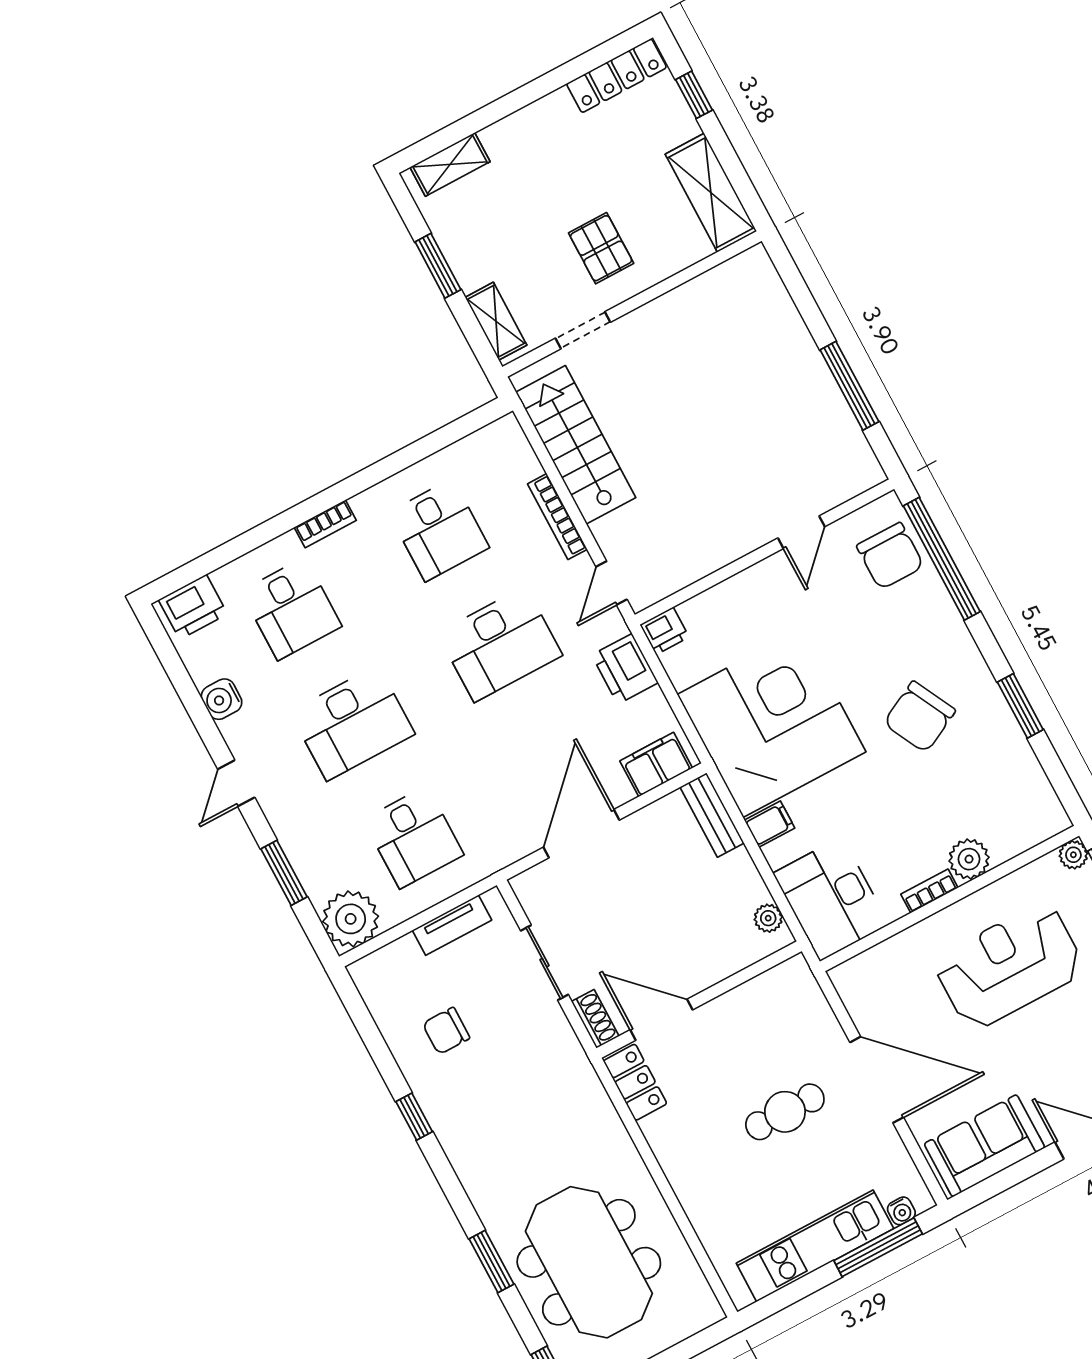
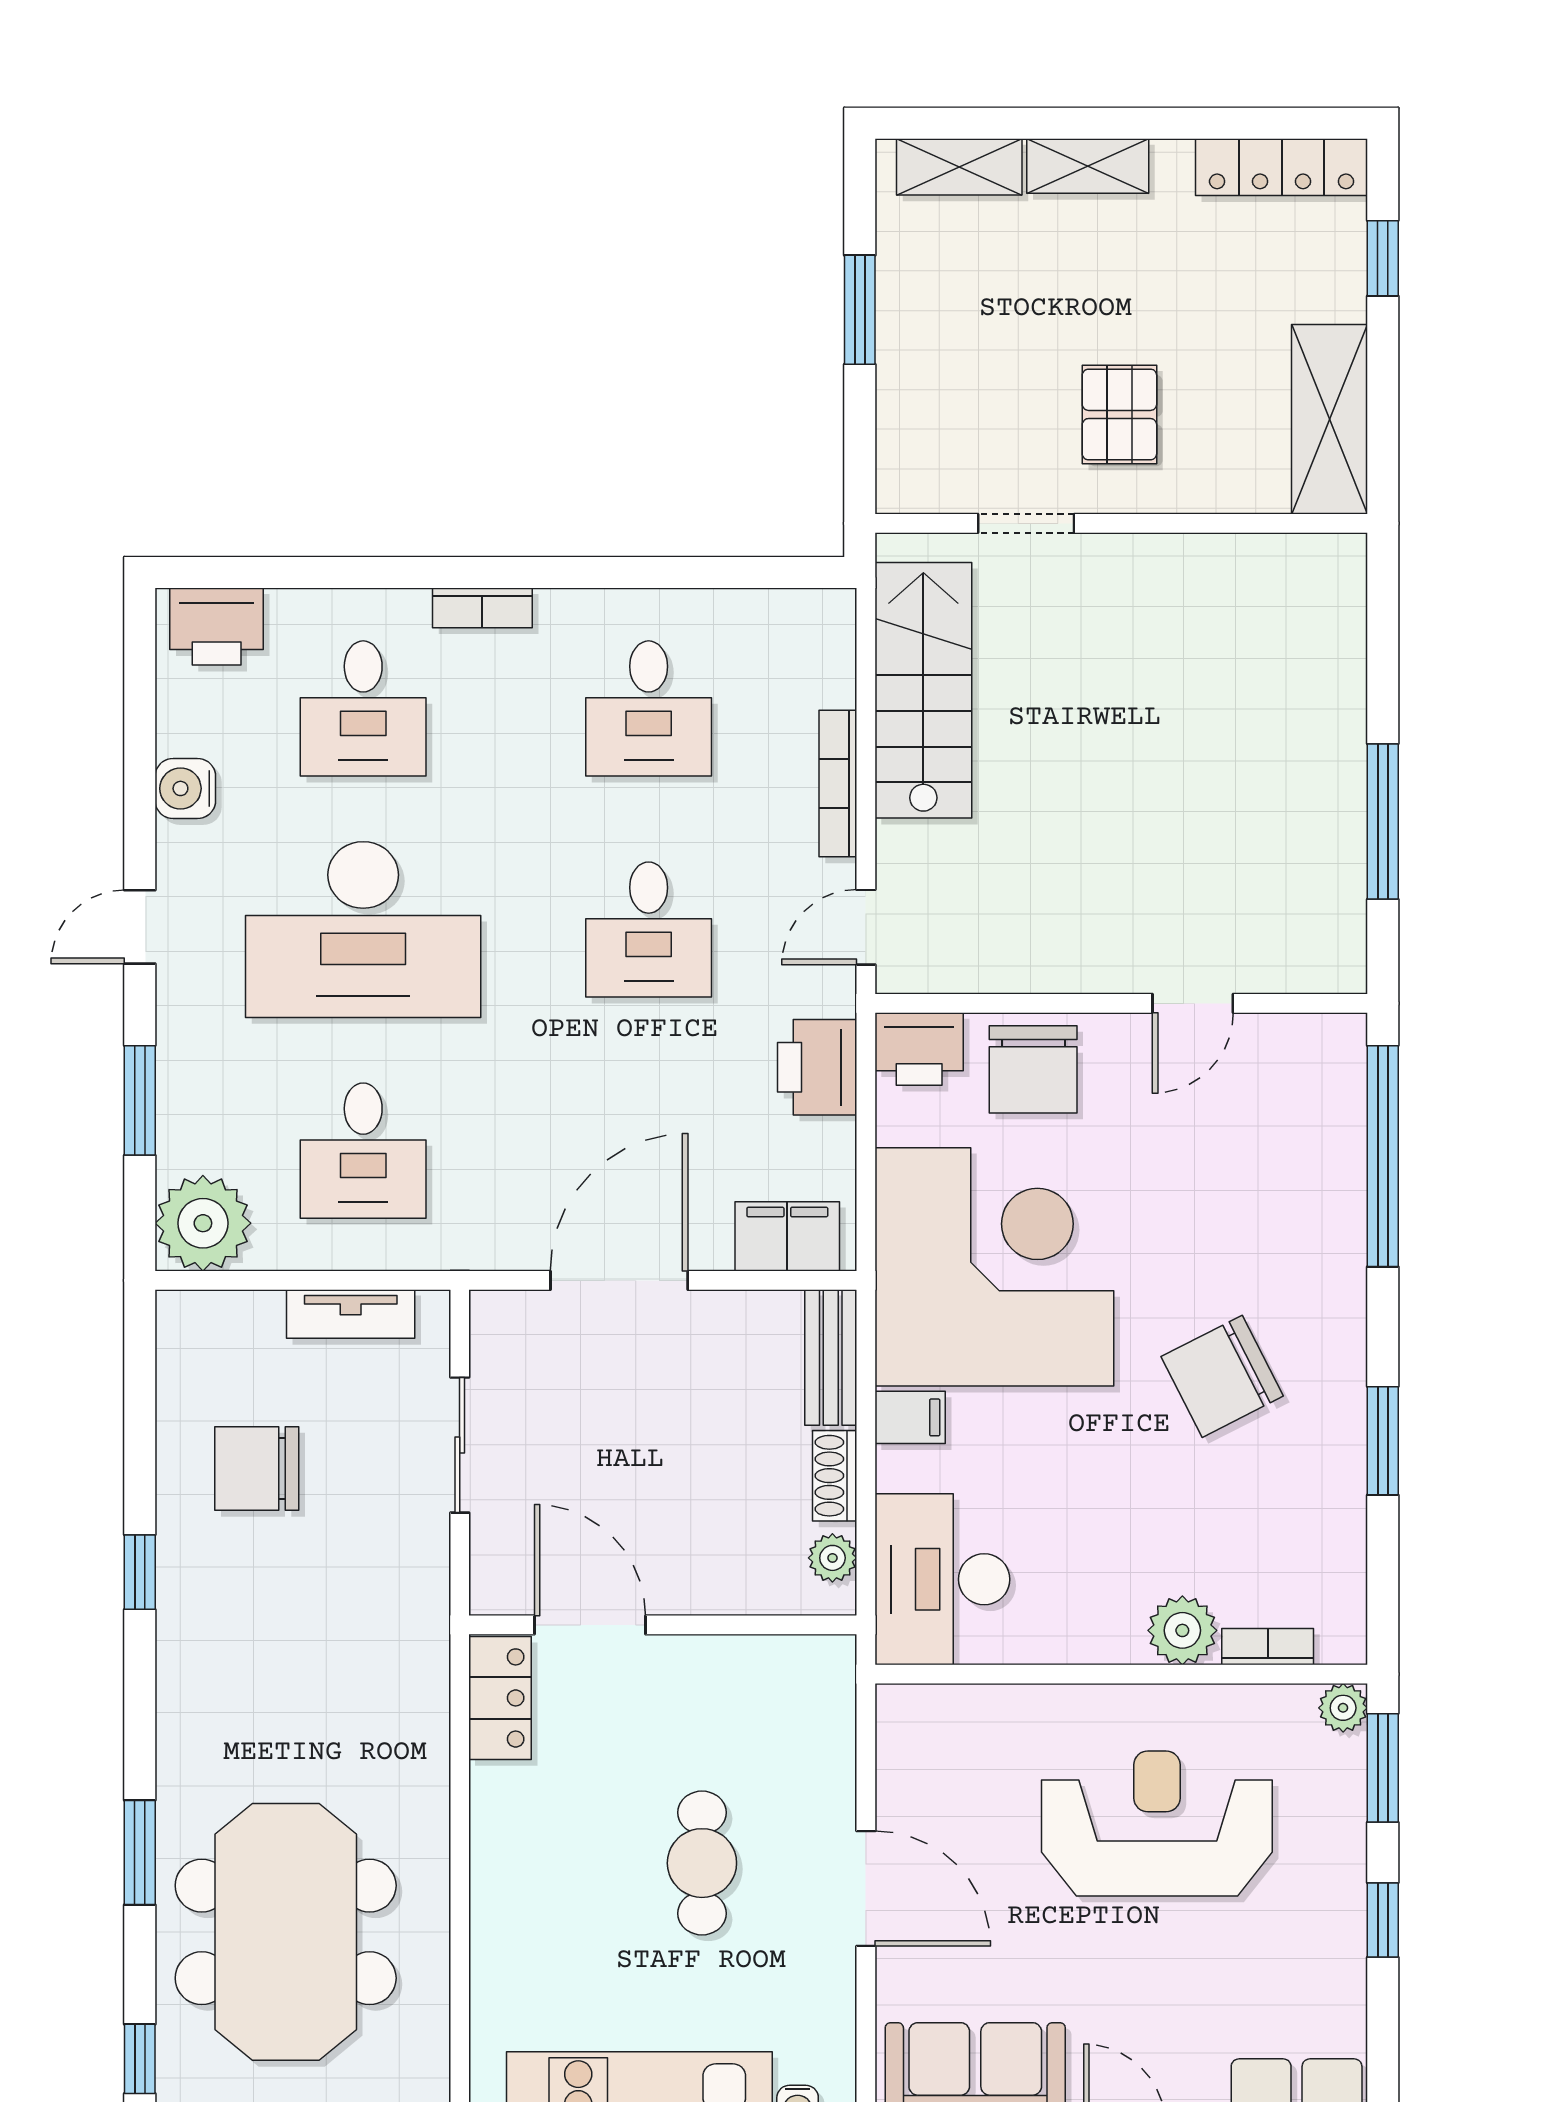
shelving: (496, 321) -> (1088, 166), moved, turned 90
chair: (890, 556) -> (1033, 1069), moved
printer: (665, 631) -> (919, 1049), width x1.36, depth x1.24
desk: (500, 644) -> (649, 930), width x0.73
desk: (352, 723) -> (363, 930), width x1.36, depth x1.30
bookcase: (929, 891) -> (1268, 1647), moved
shoe rack: (595, 1019) -> (835, 1476), moved, turned 180
chair: (446, 1031) -> (257, 1469), width x1.37, depth x1.37
door: (877, 1080) -> (866, 1889), width x0.73
cafe table: (785, 1112) -> (702, 1863), turned 90

